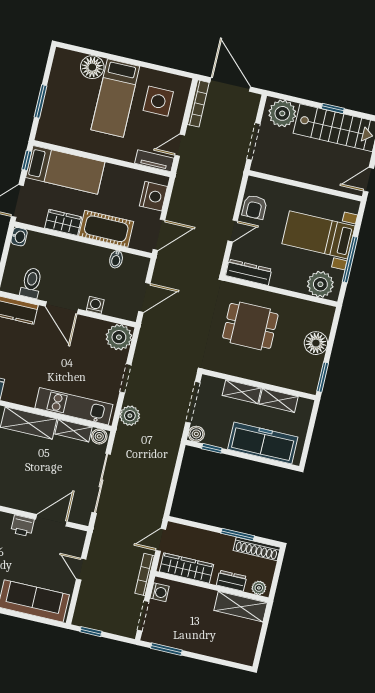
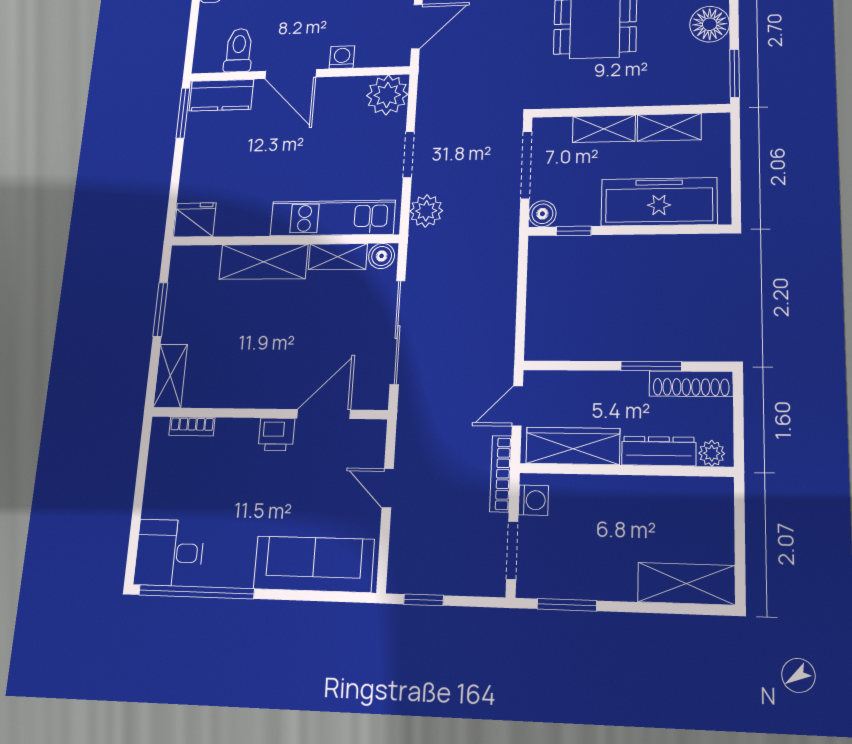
dresser: (232, 581) -> (659, 451), width x1.44
shelving: (241, 607) -> (686, 584), moved

